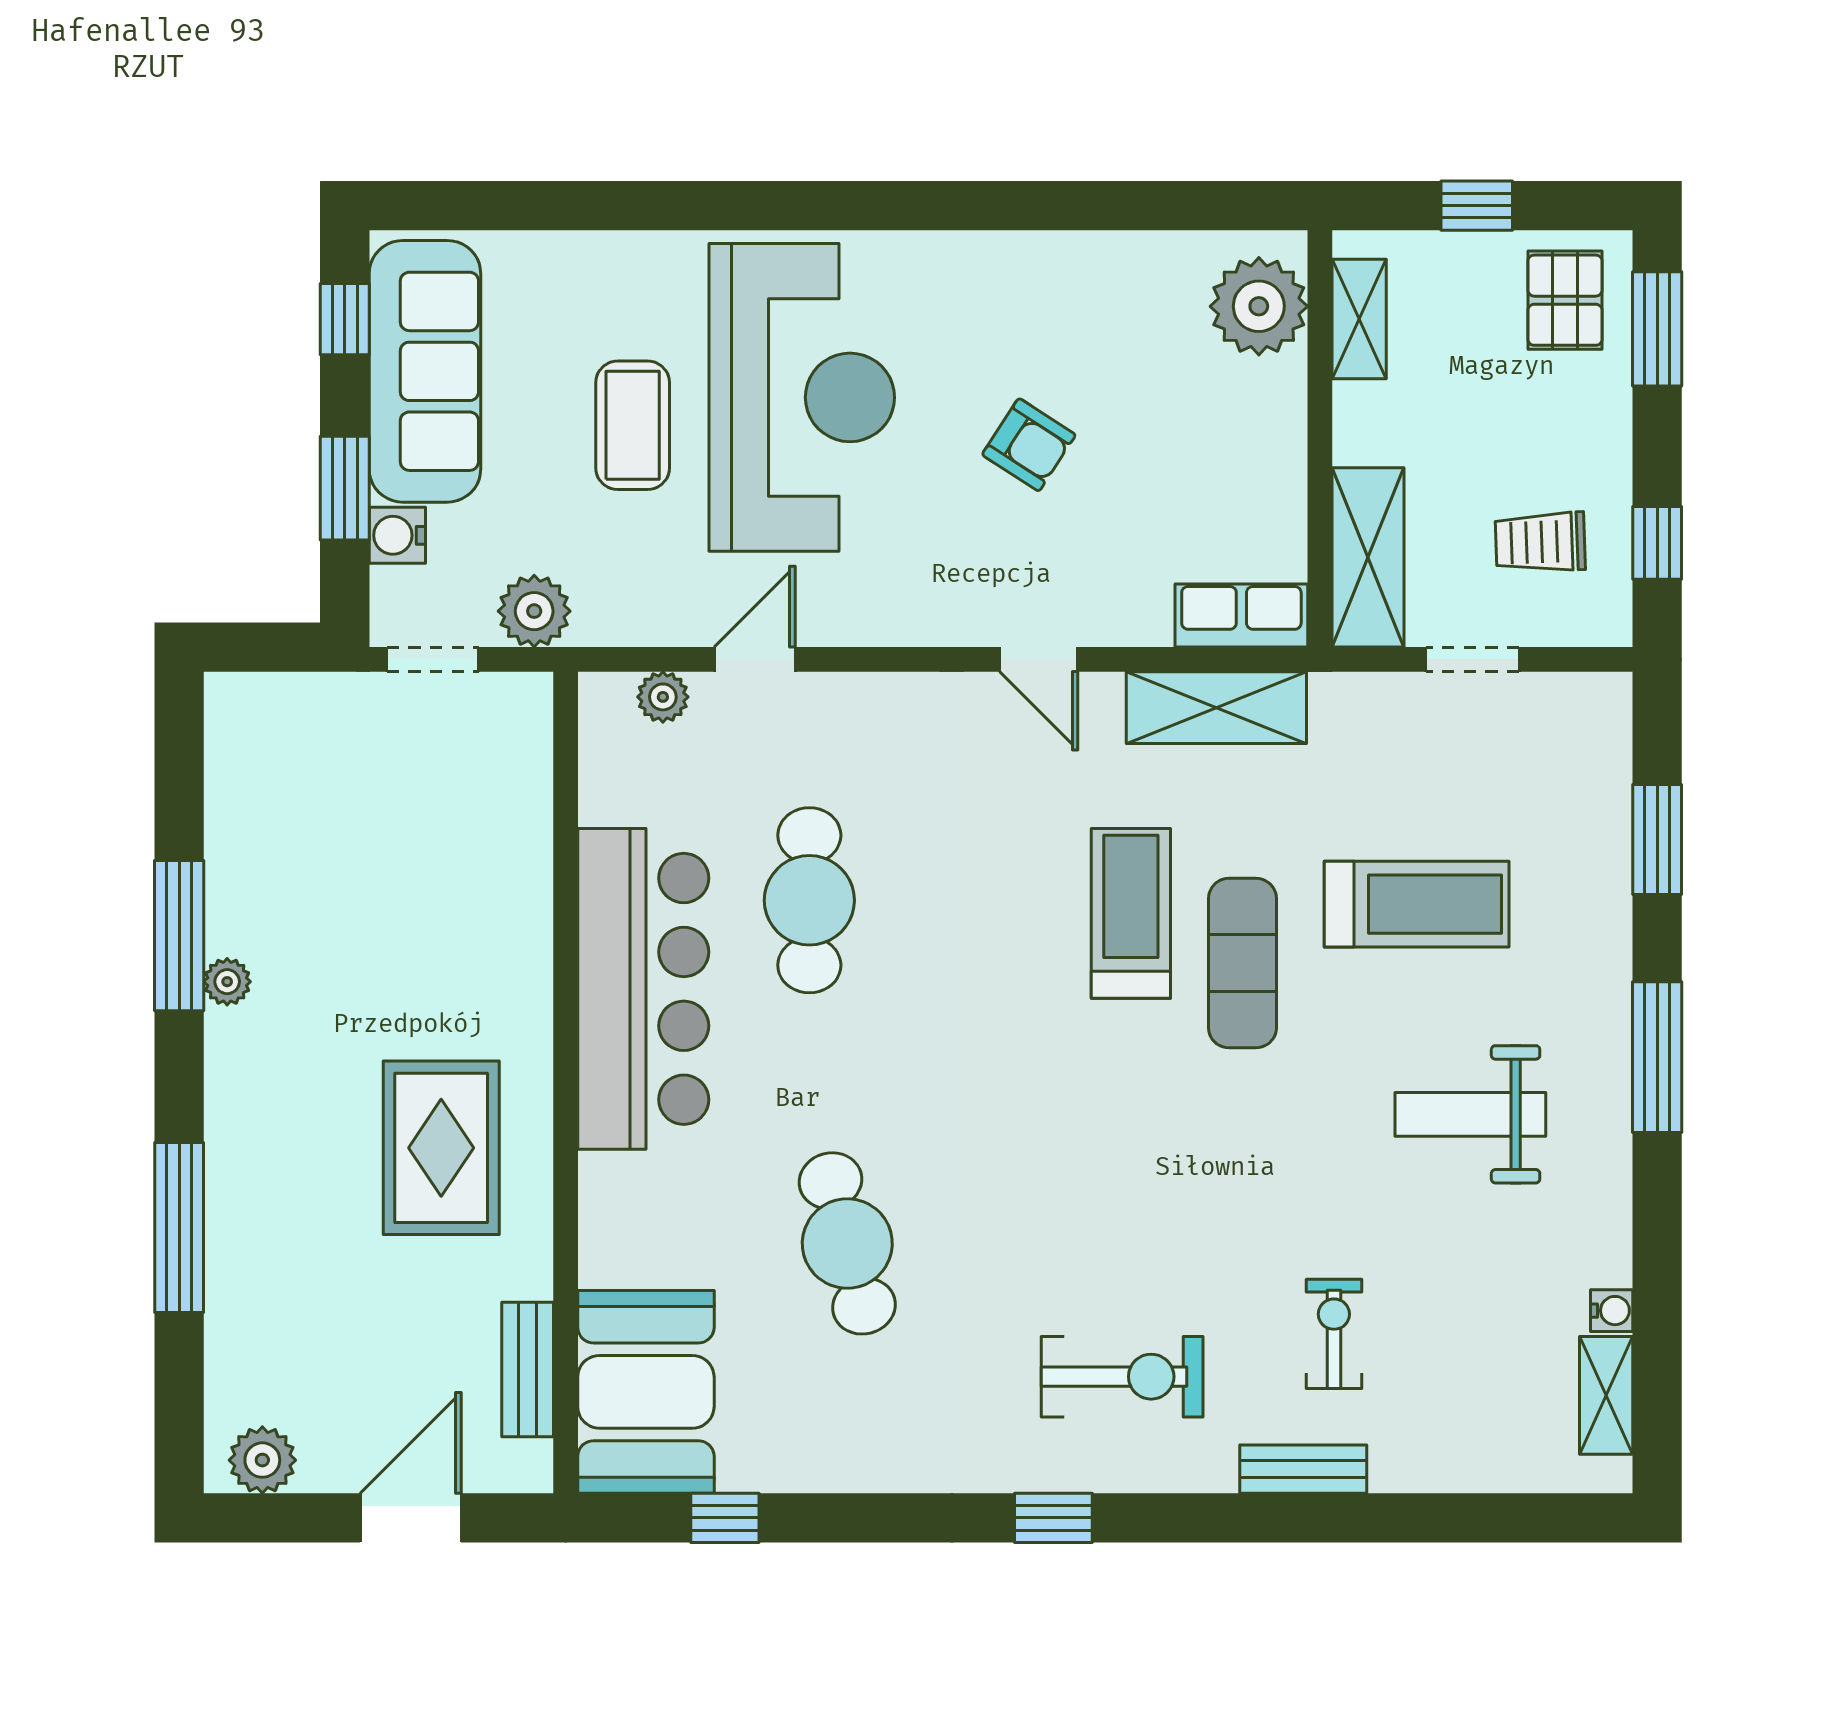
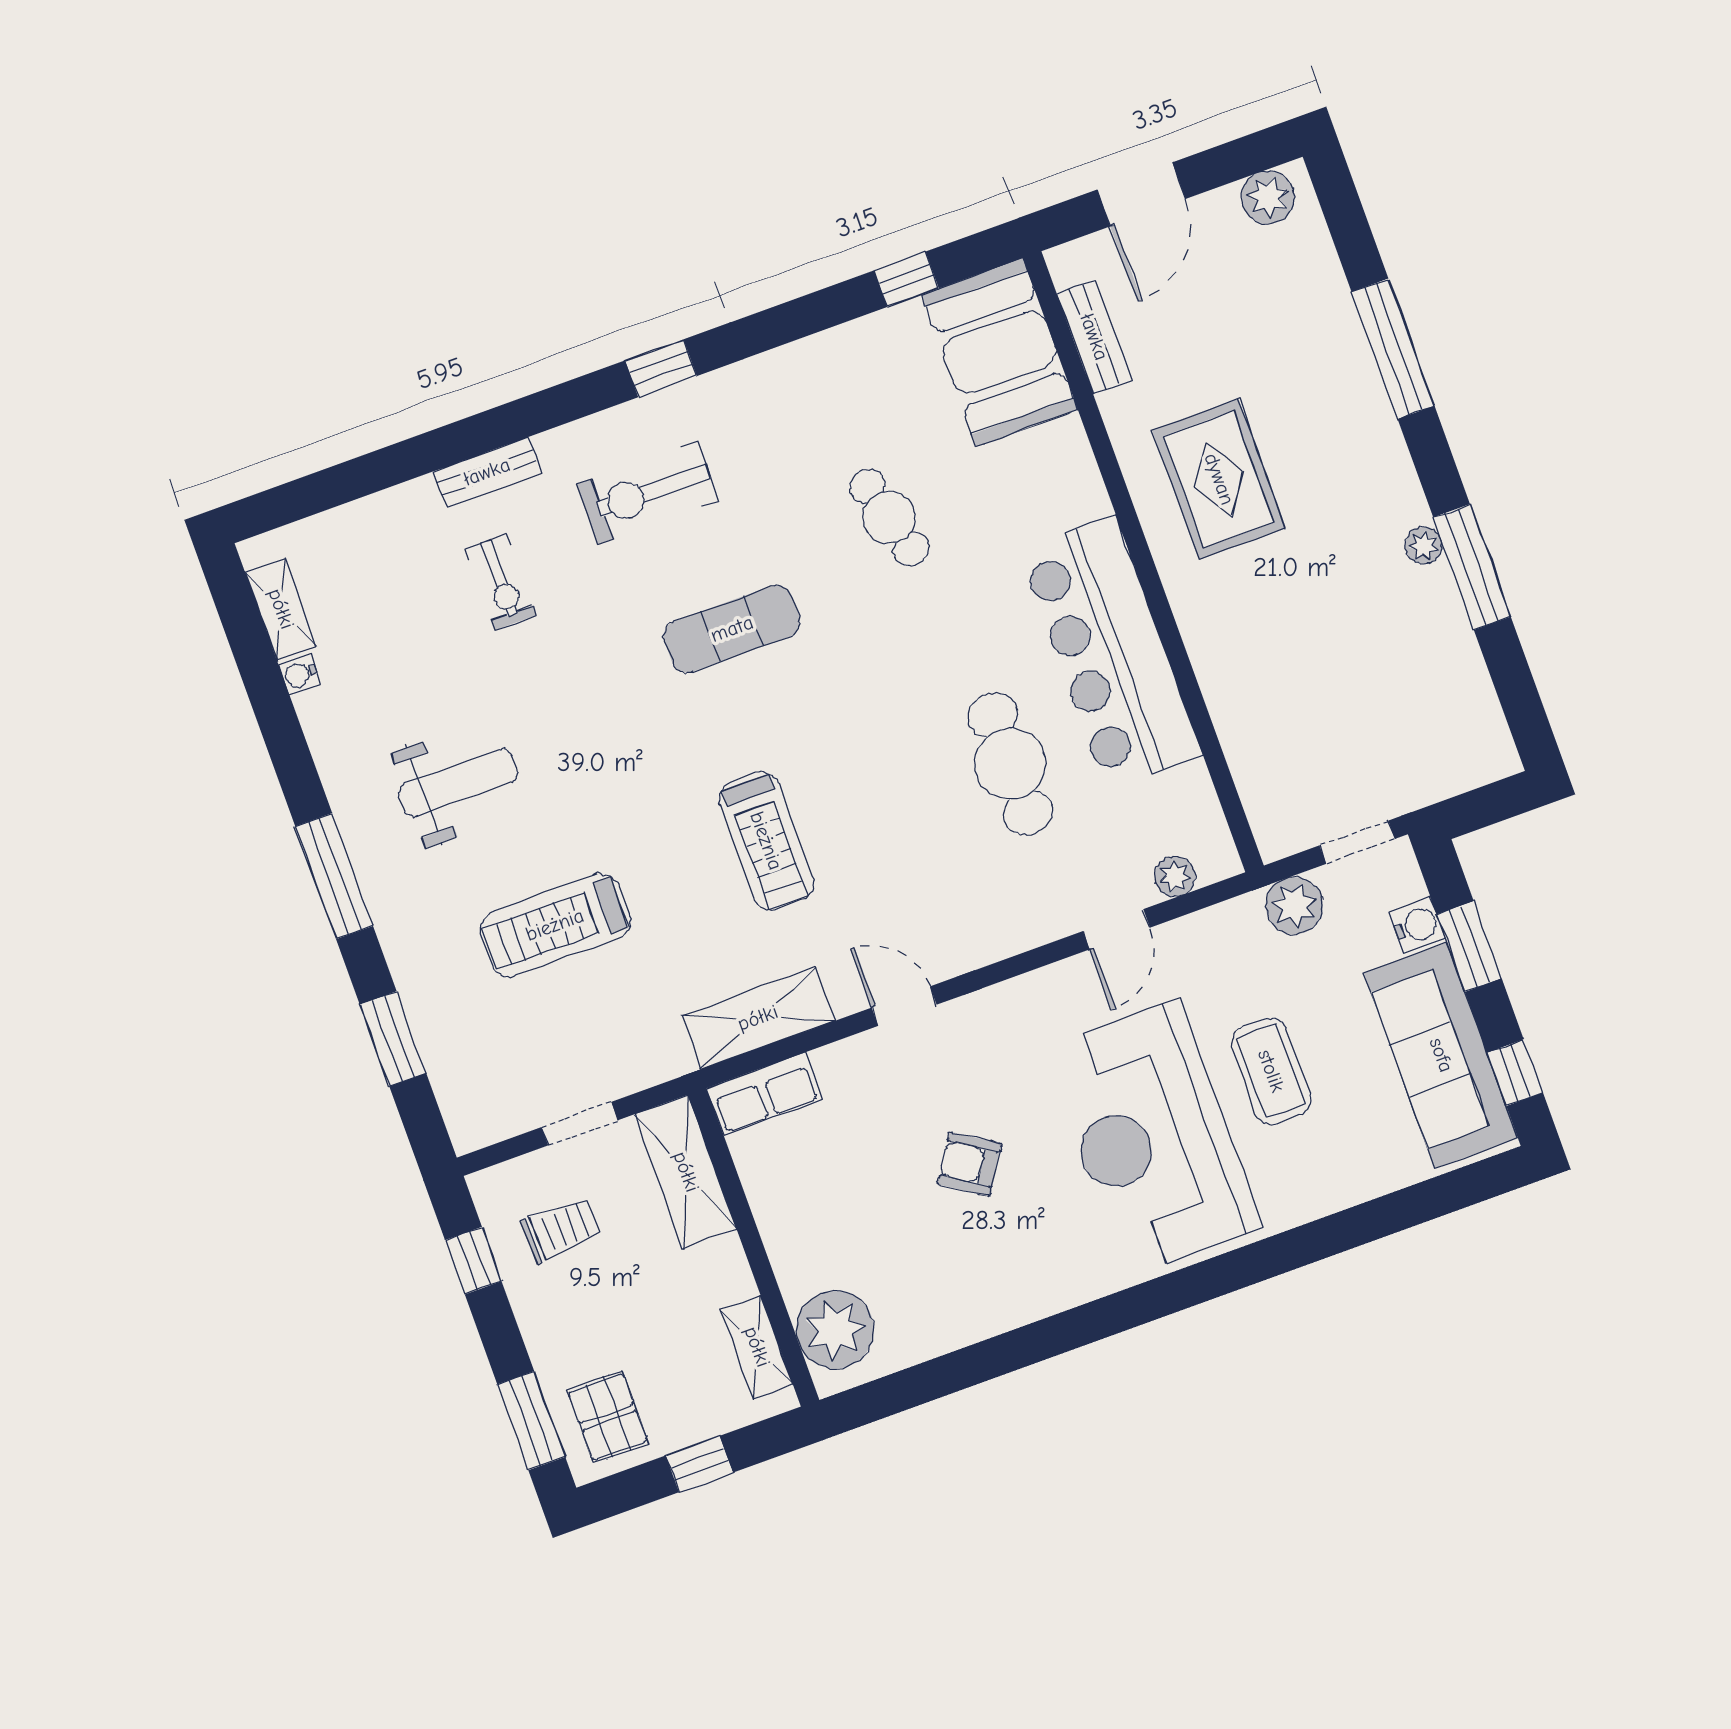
exercise mat: (1242, 963) -> (732, 629), moved, turned 90
cafe table: (847, 1243) -> (889, 518), width x0.73, depth x0.74

